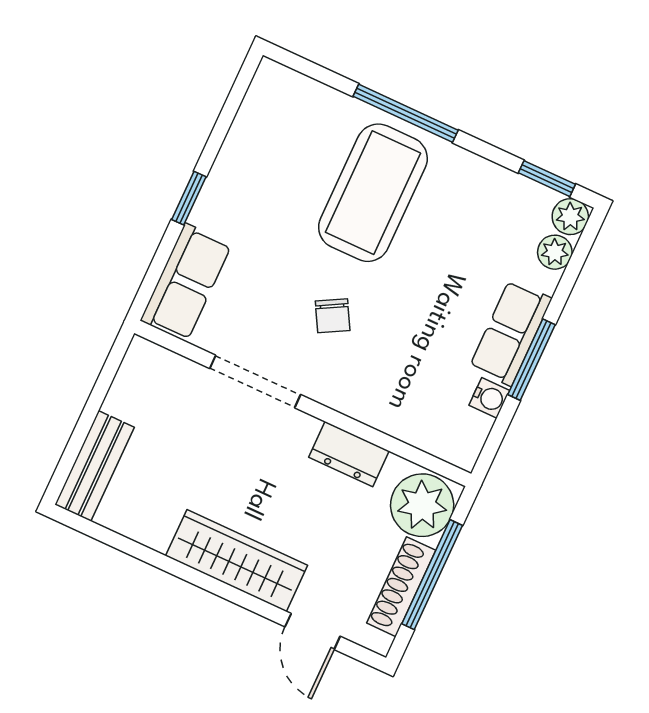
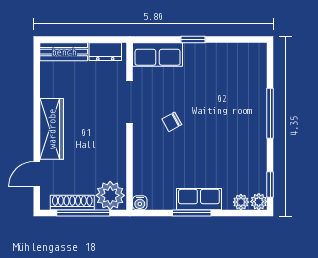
coffee table: (373, 193) -> (231, 115), removed
water cooler: (489, 398) -> (140, 203), moved
dresser: (349, 454) -> (105, 52), moved, turned -90

